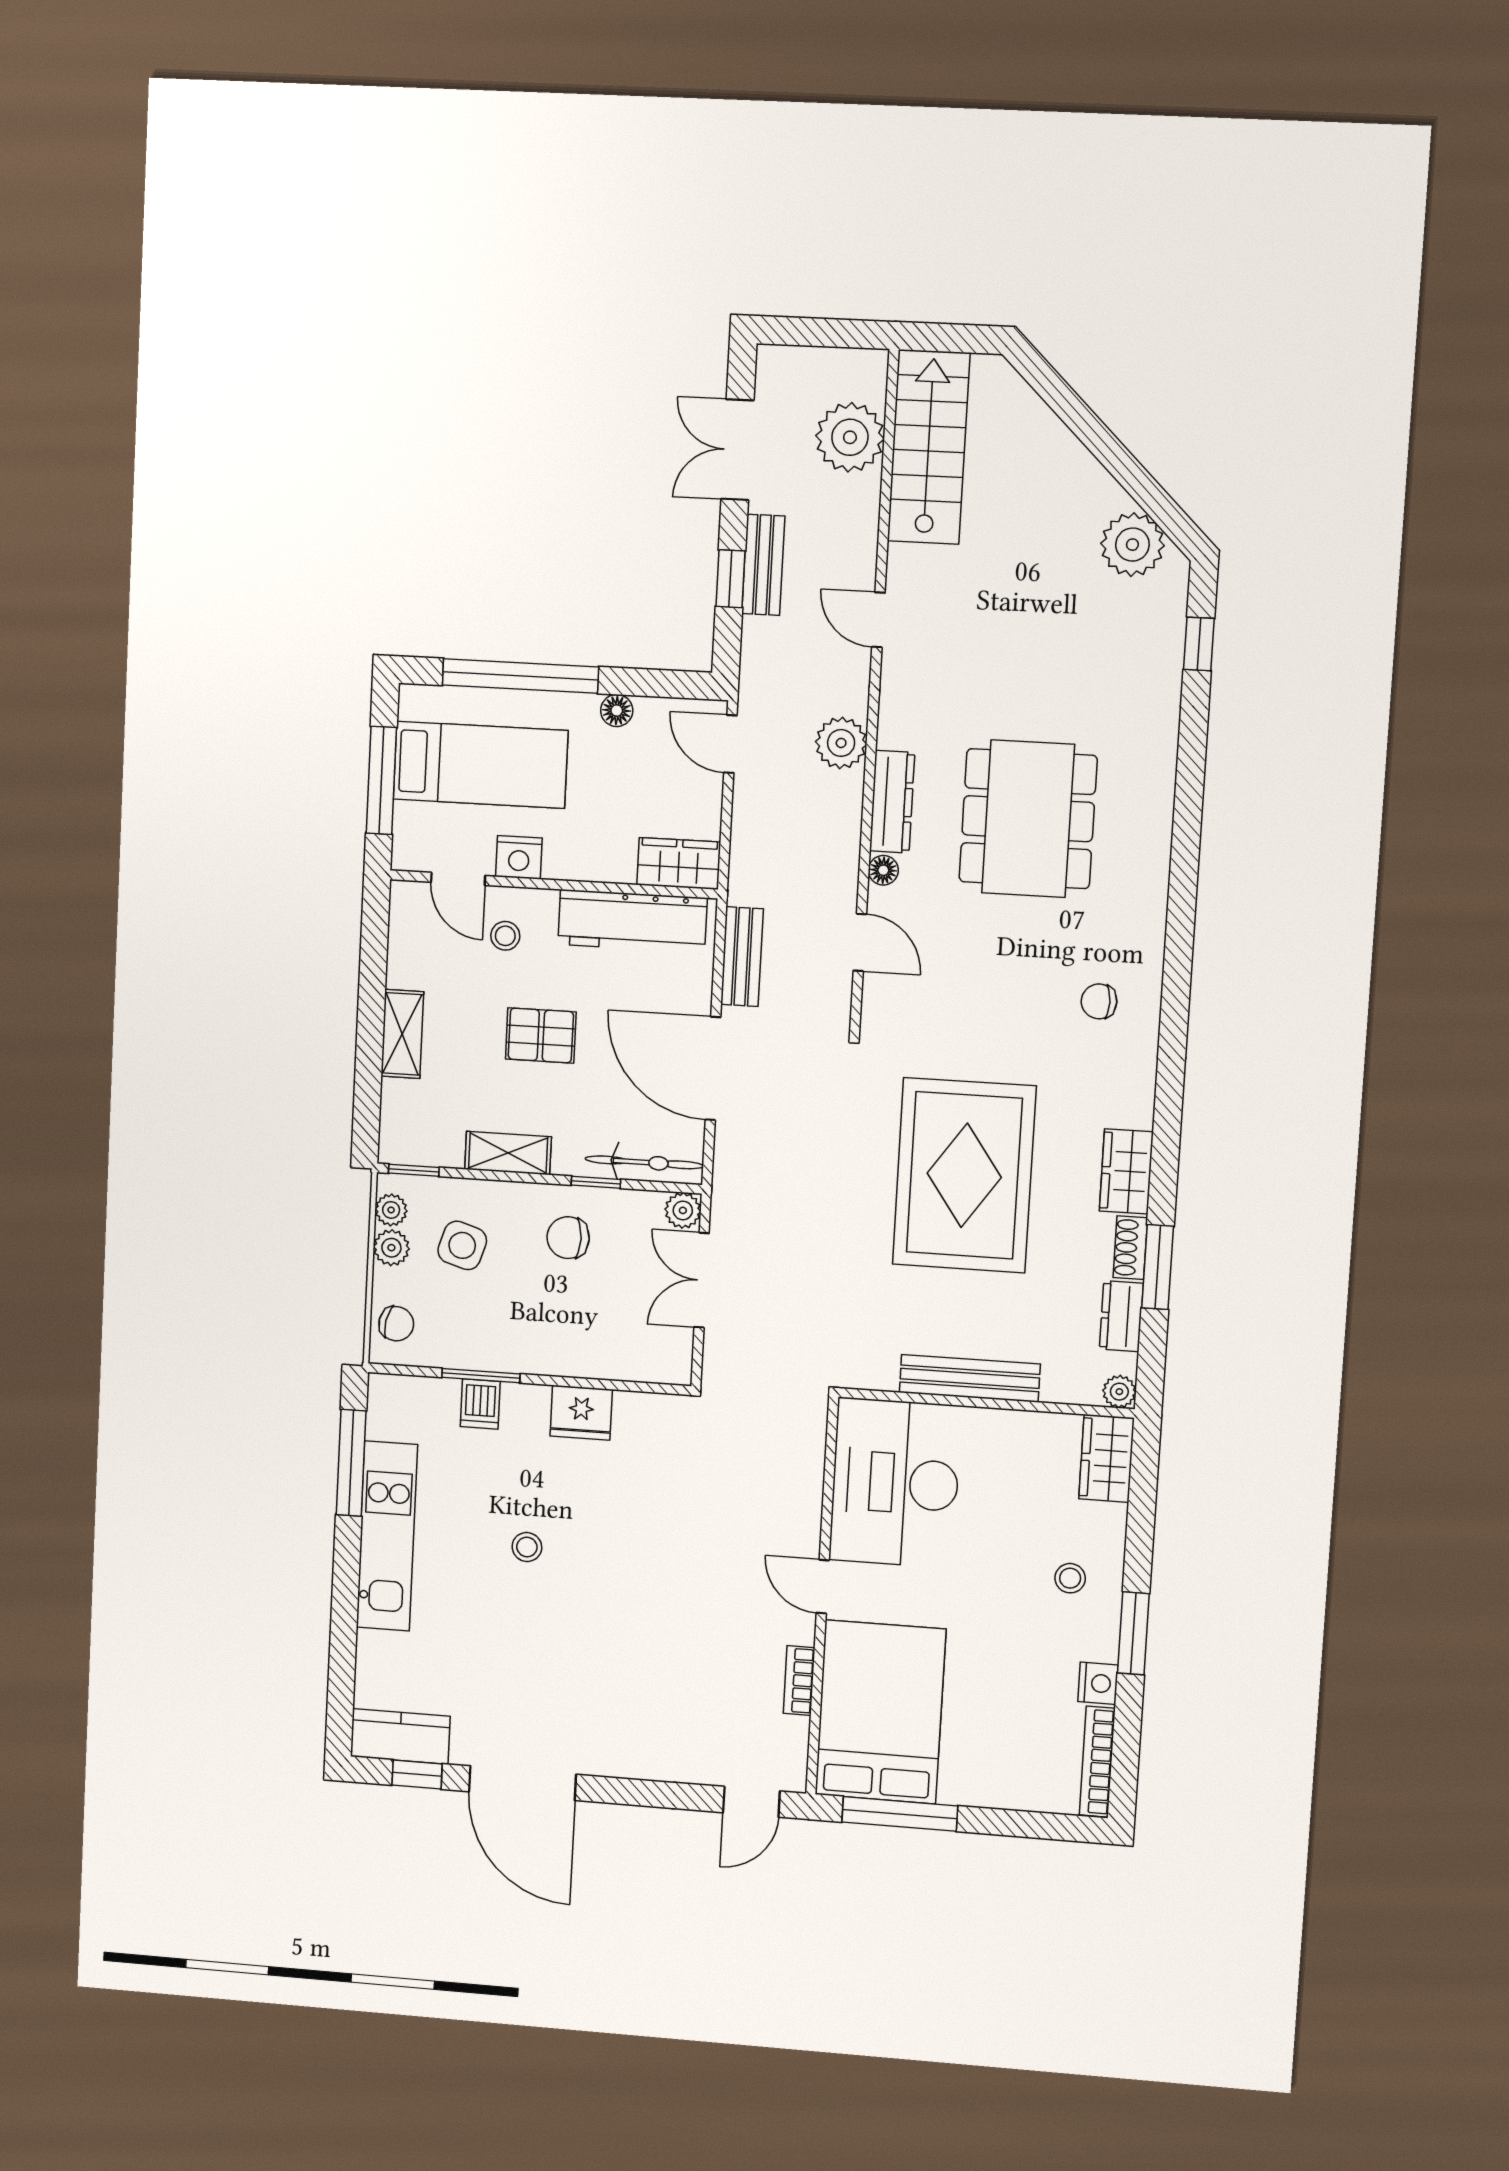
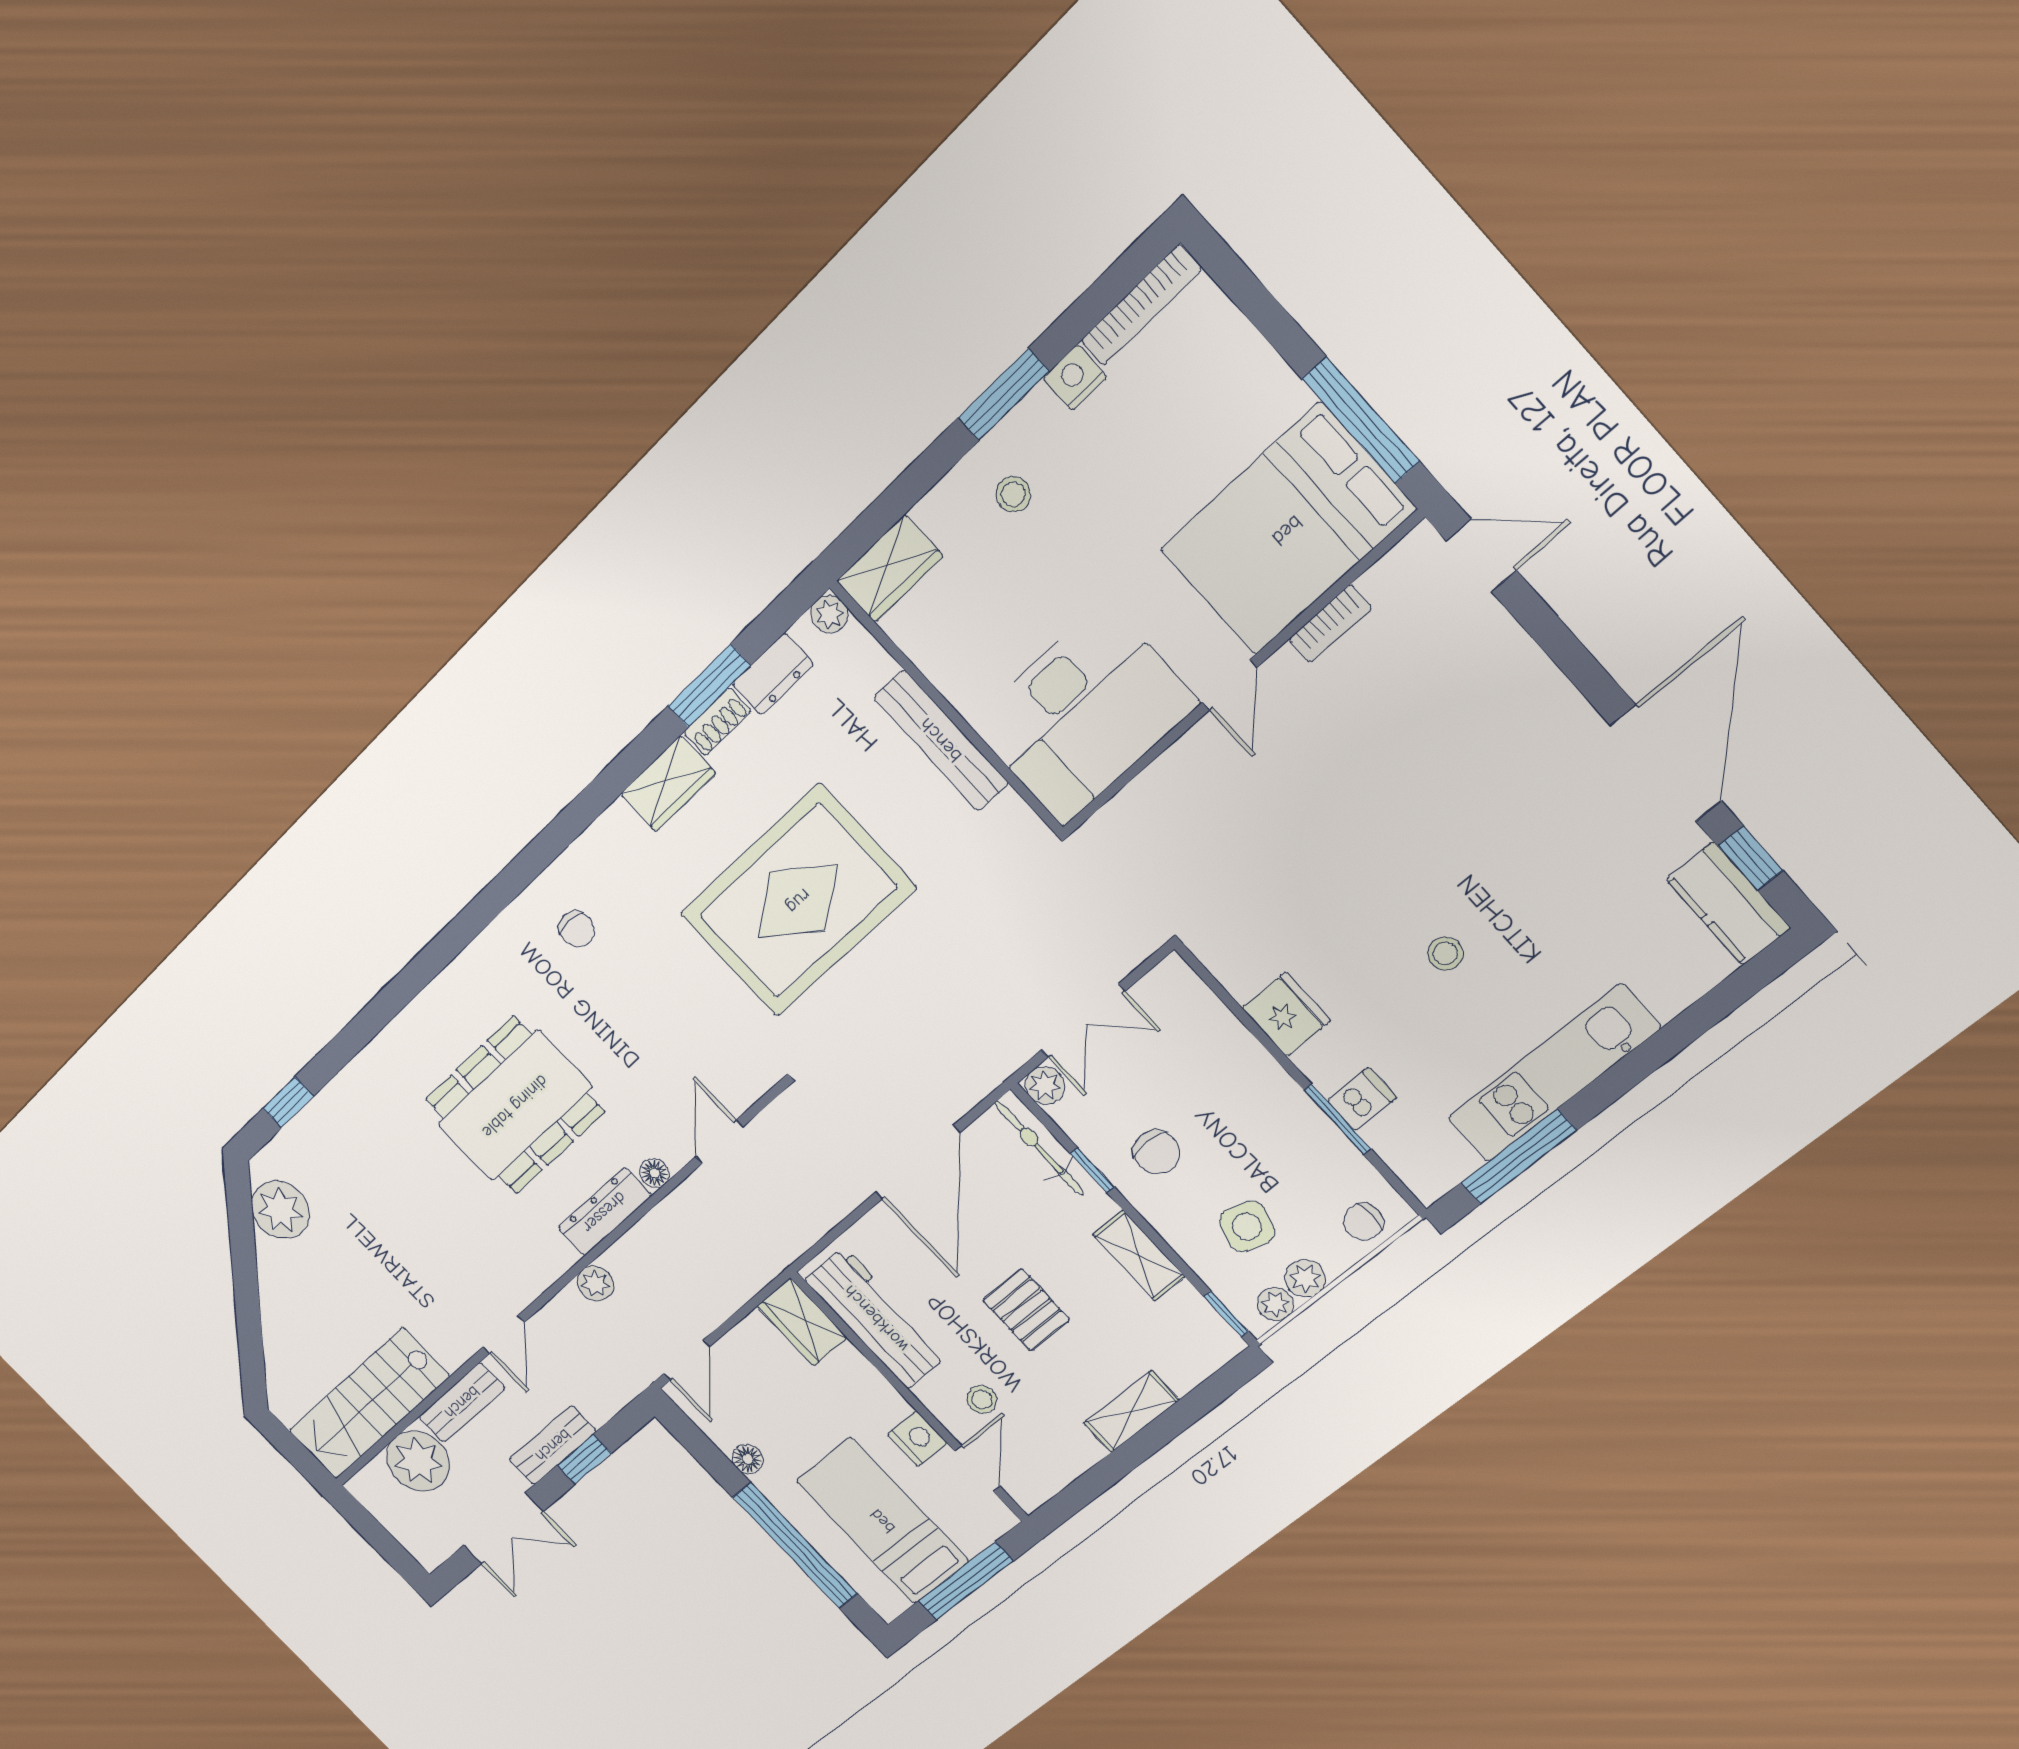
plant: (841, 743) -> (596, 1284), width x0.73, depth x0.73
bench: (742, 957) -> (462, 1402), moved
chair: (396, 1324) -> (1363, 1222), turned -102

